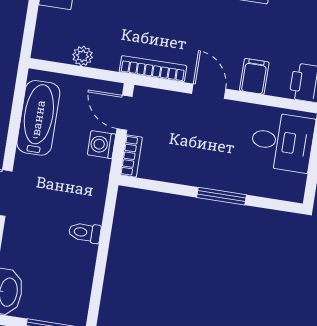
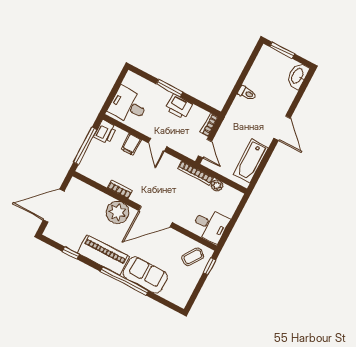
bookcase: (153, 69) -> (195, 173), moved
washing machine: (102, 145) -> (223, 136), removed
printer: (194, 170) -> (179, 107), added

